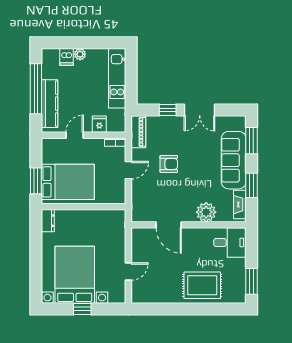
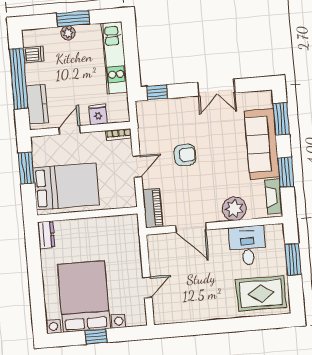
window: (85, 43) -> (73, 19), added
dishwasher: (67, 57) -> (34, 55), moved, turned -90
kitchen counter: (49, 104) -> (37, 104), width x0.67
window: (168, 110) -> (157, 92), moved
piano: (138, 132) -> (153, 208), moved
window: (36, 181) -> (26, 168), moved
desk: (230, 243) -> (247, 245), moved, turned -90
window: (252, 281) -> (293, 259), moved
rug: (202, 285) -> (261, 293), moved

